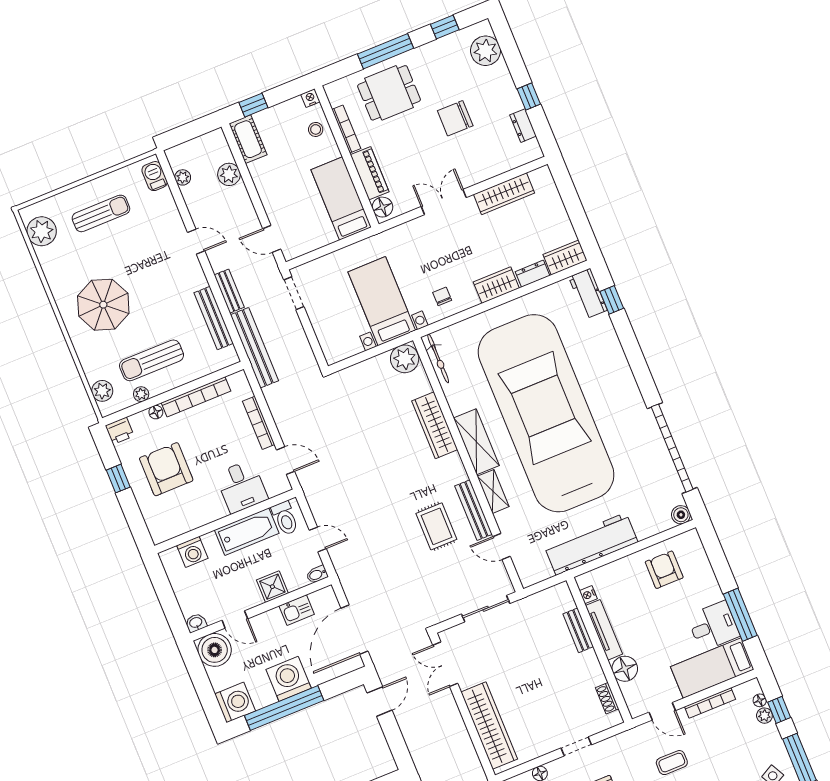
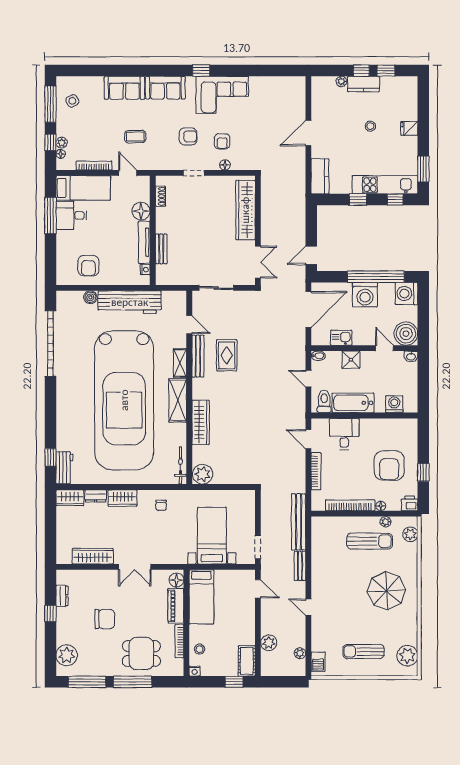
window: (445, 27) -> (87, 682), width x2.17
bed with nightstands: (382, 301) -> (212, 536), moved, turned 180
bench: (214, 318) -> (317, 552), removed
boiler: (681, 515) -> (90, 297), moved

